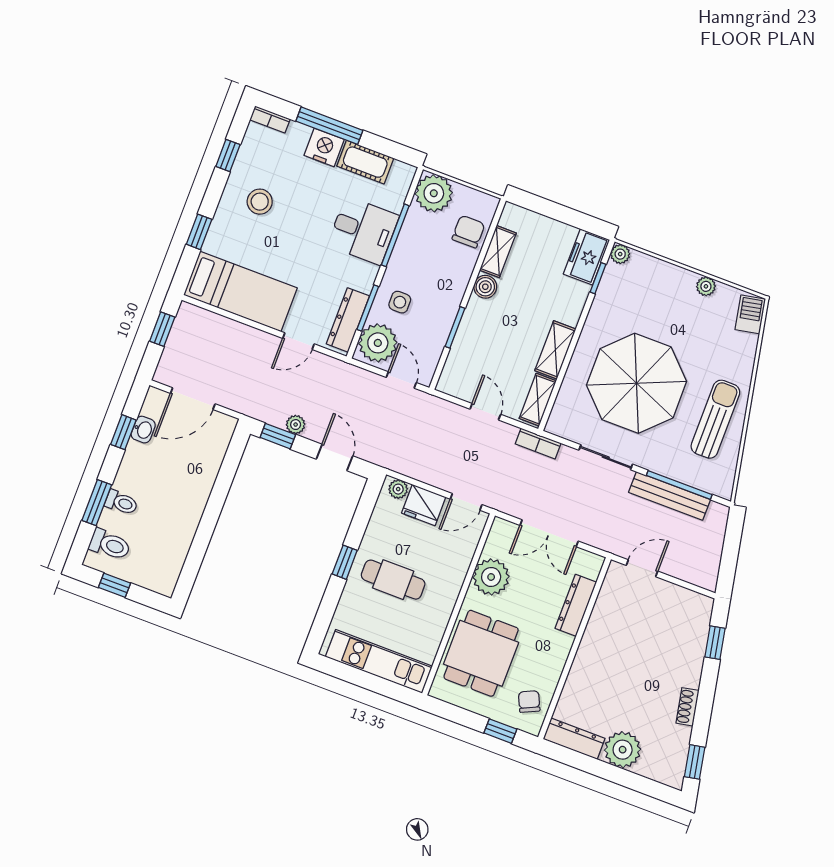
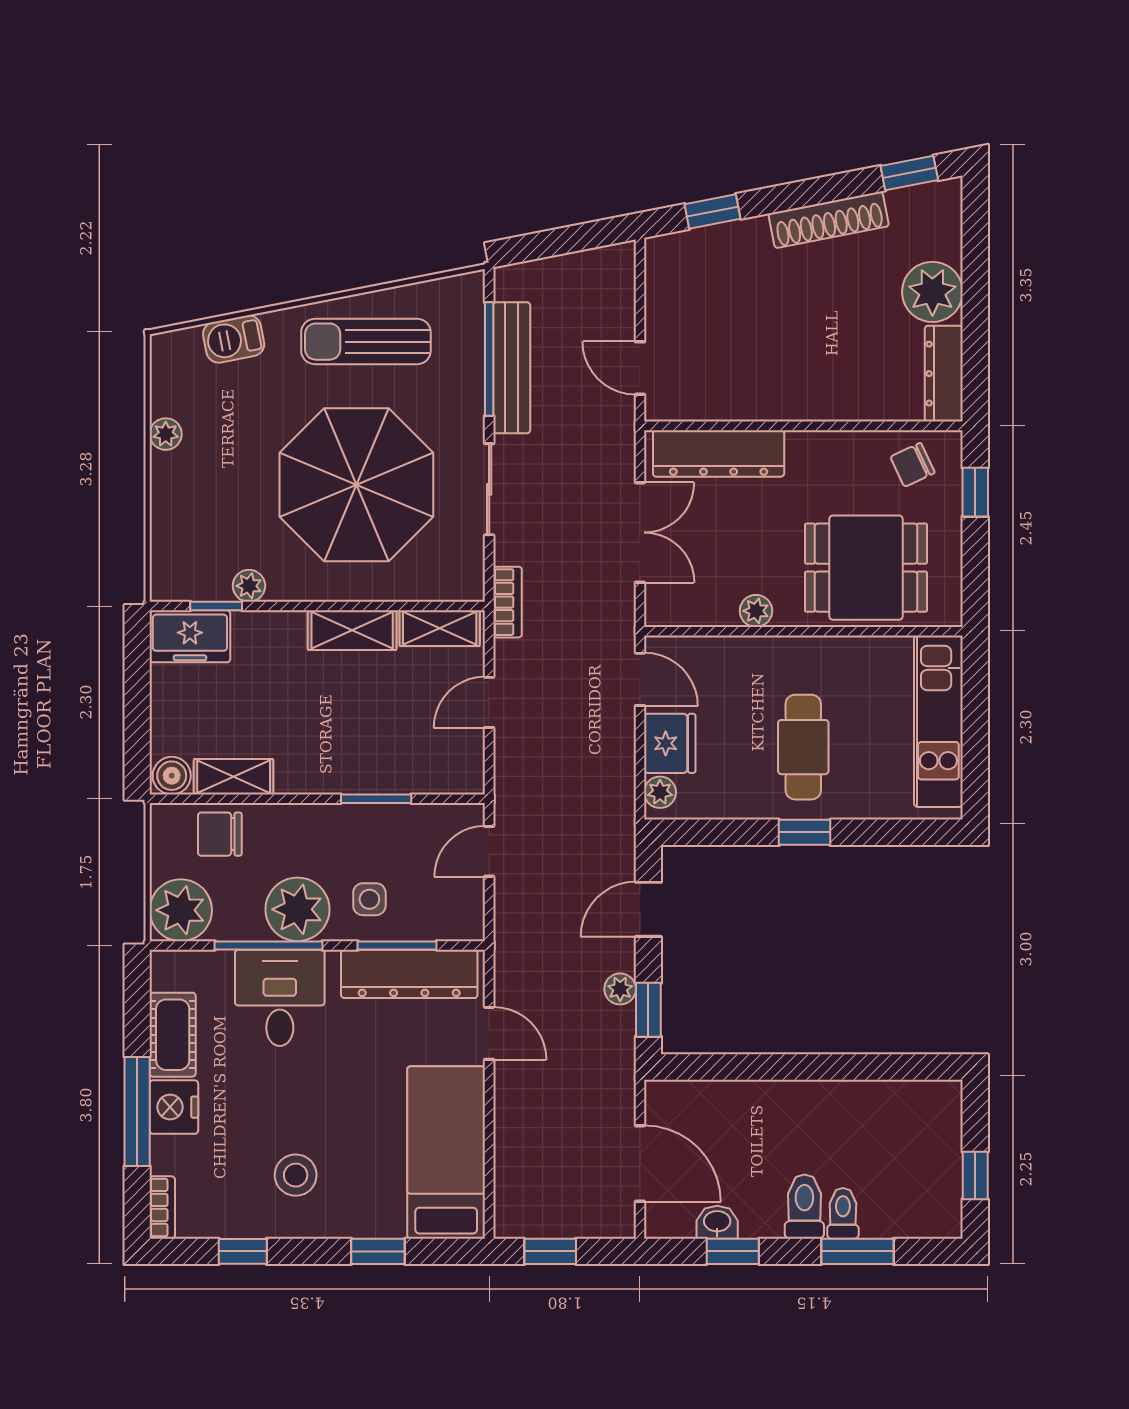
plant: (620, 254) -> (249, 586), moved
boiler: (485, 287) -> (172, 776), moved
barbecue: (750, 314) -> (234, 339), moved
dresser: (348, 320) -> (409, 974), width x1.37, depth x1.24
plant: (378, 343) -> (297, 909), moved
toilet: (110, 545) -> (804, 1207), moved
plant: (491, 577) -> (756, 611), width x0.53, depth x0.53
dresser: (576, 605) -> (719, 453), width x1.37, depth x1.24
shoe rack: (687, 707) -> (829, 220), width x1.94, depth x1.24

